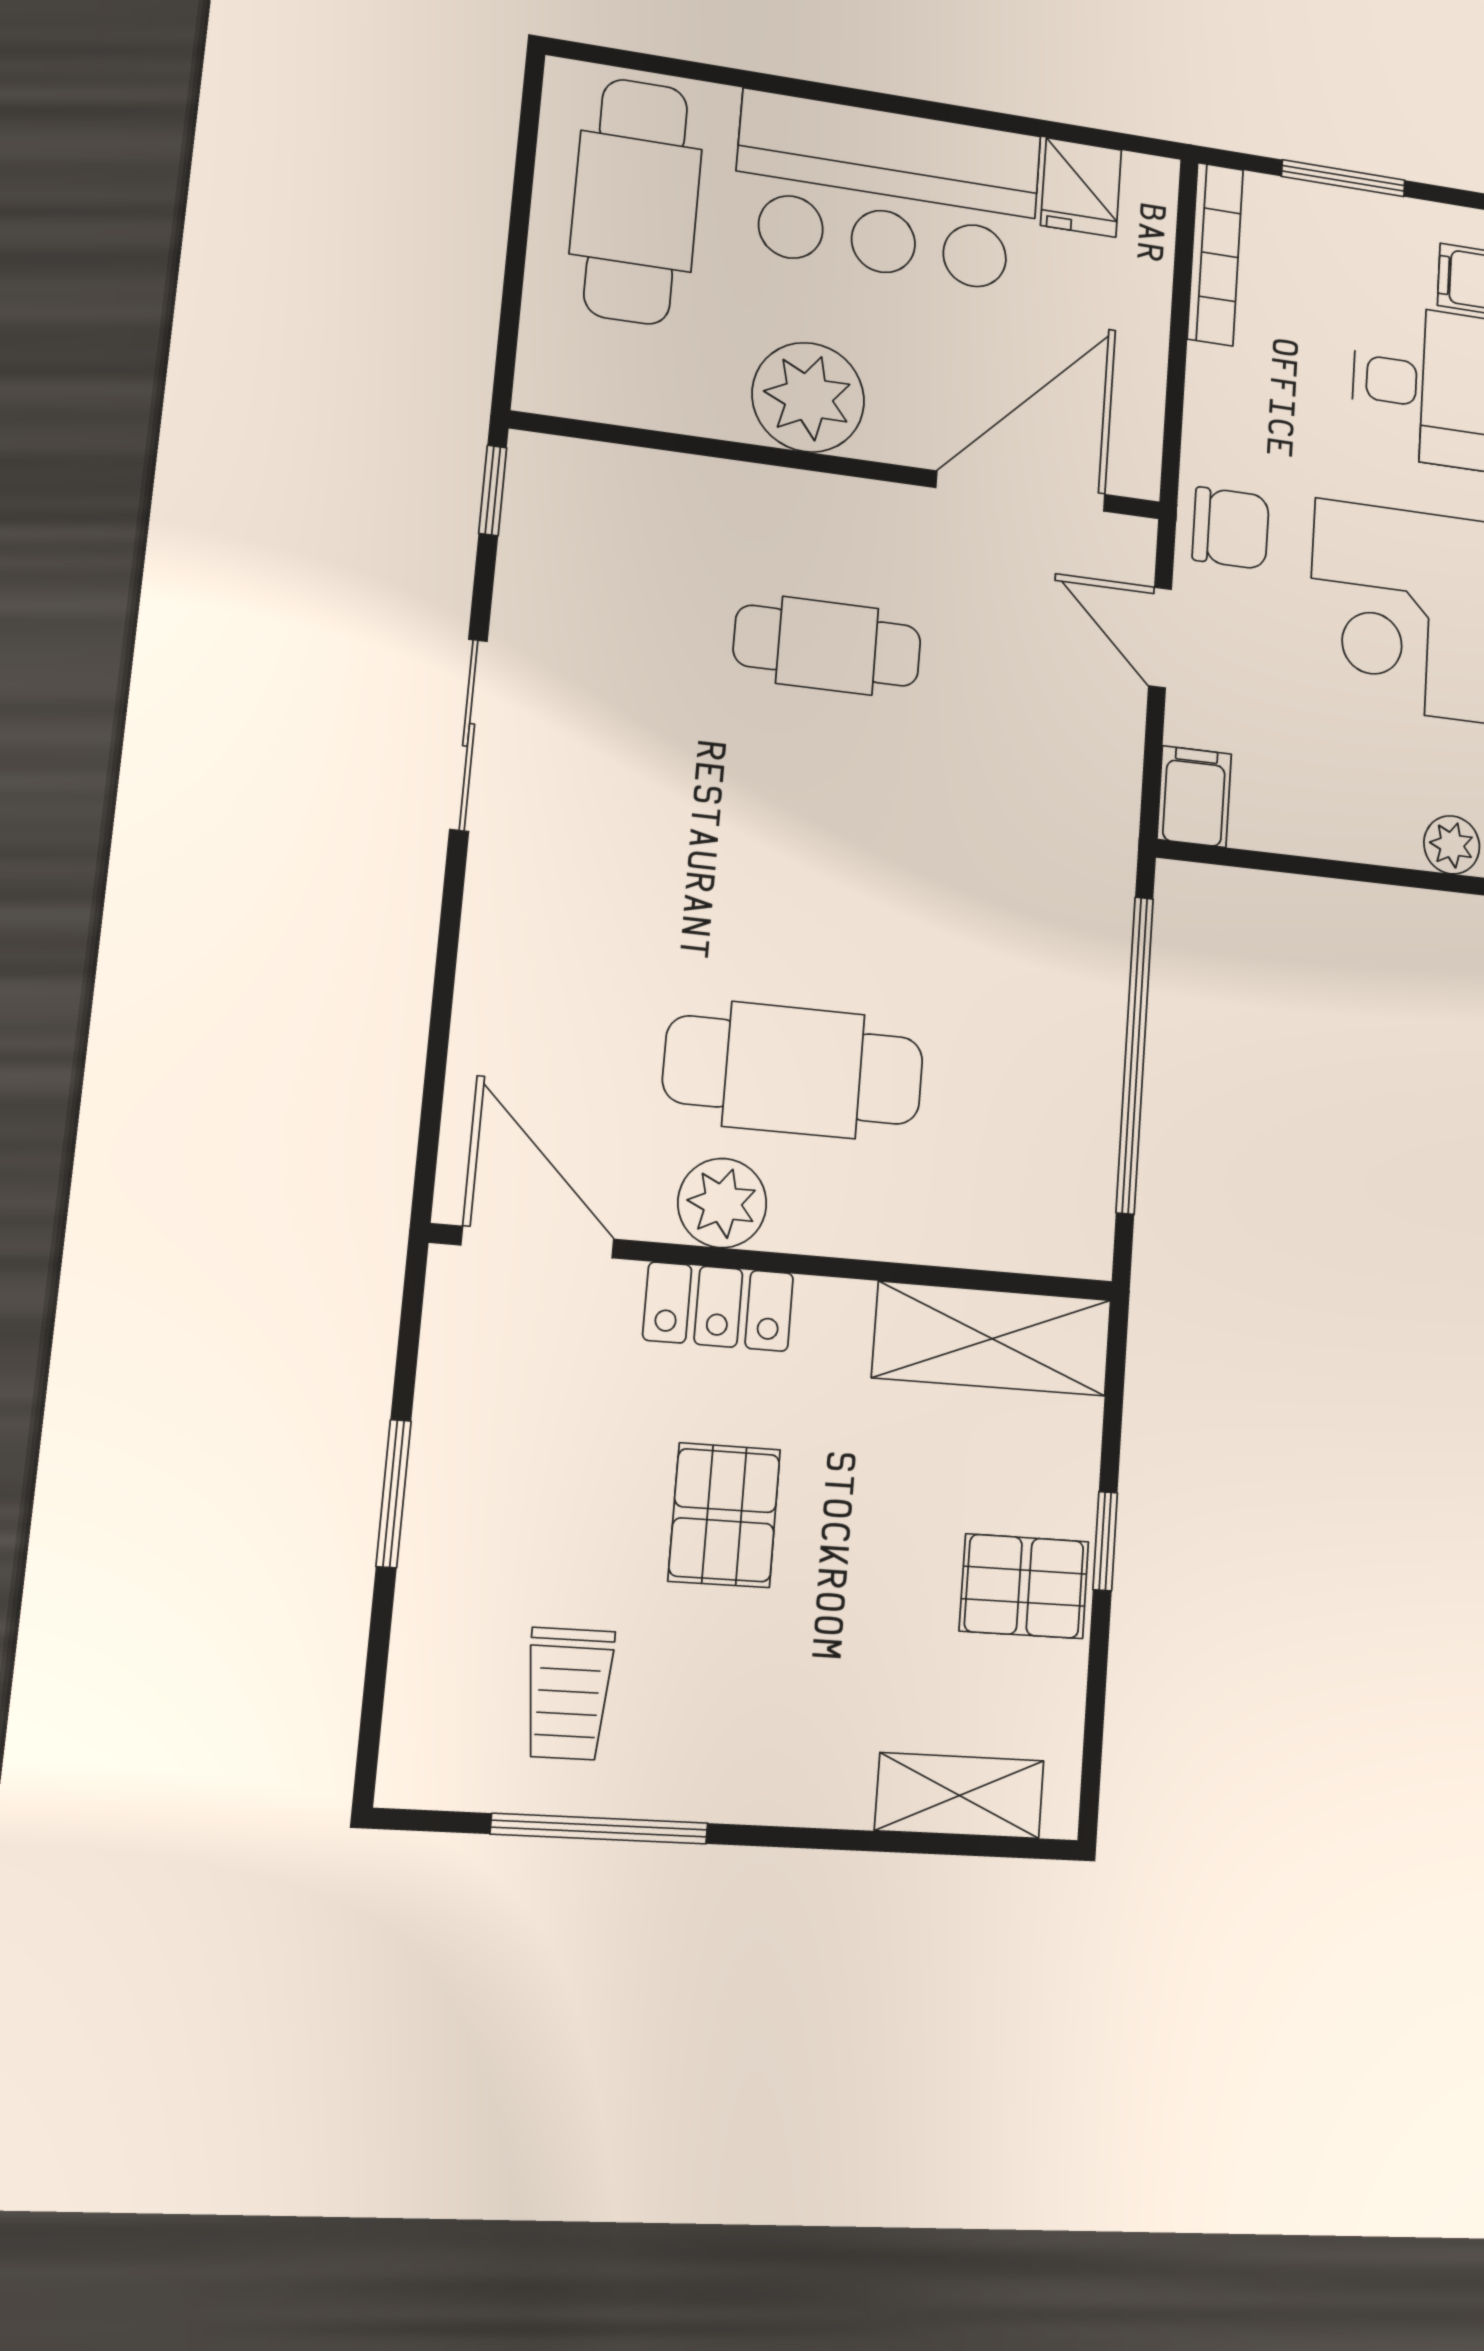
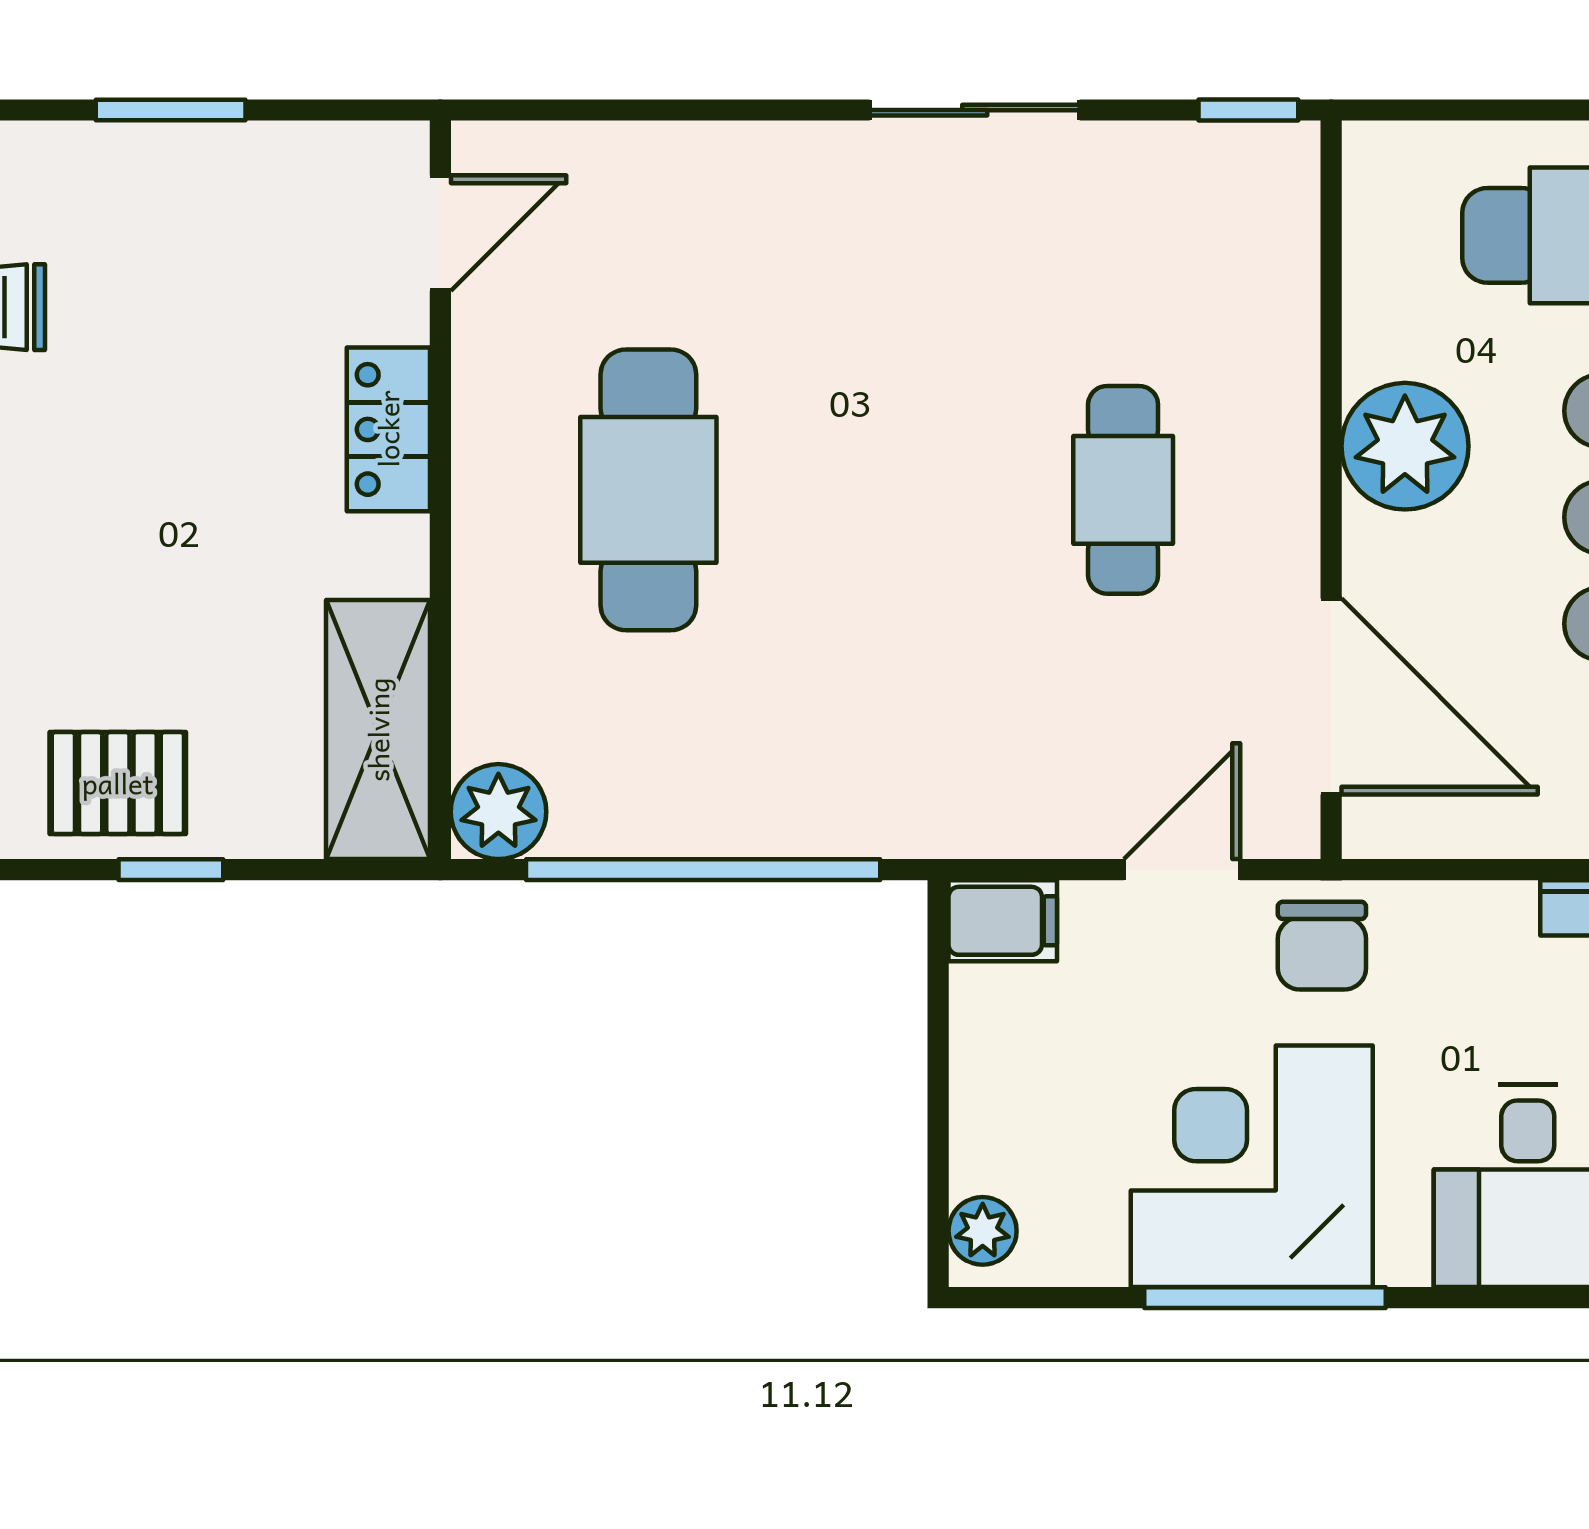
plant: (722, 1203) -> (498, 812), moved
door: (538, 1242) -> (440, 233), width x0.73
pallet: (724, 1515) -> (171, 454), removed
pallet: (1024, 1586) -> (118, 783), turned 90

